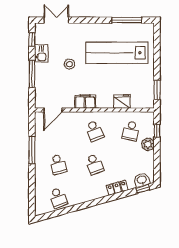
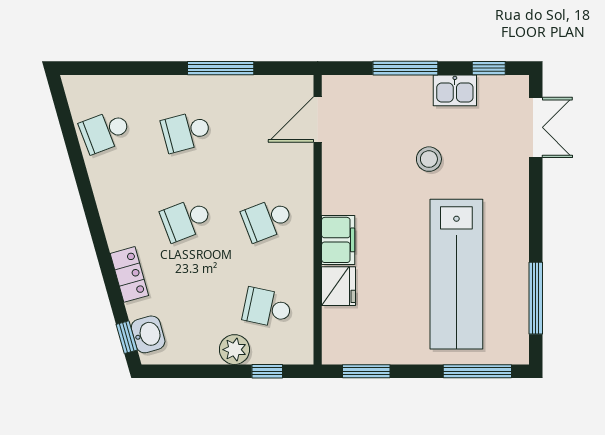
window: (157, 44) -> (477, 371), added
lab bench: (117, 53) -> (456, 274), turned 180
filing cabinet: (85, 102) -> (338, 240), moved
door: (53, 110) -> (318, 119), hinge flipped

